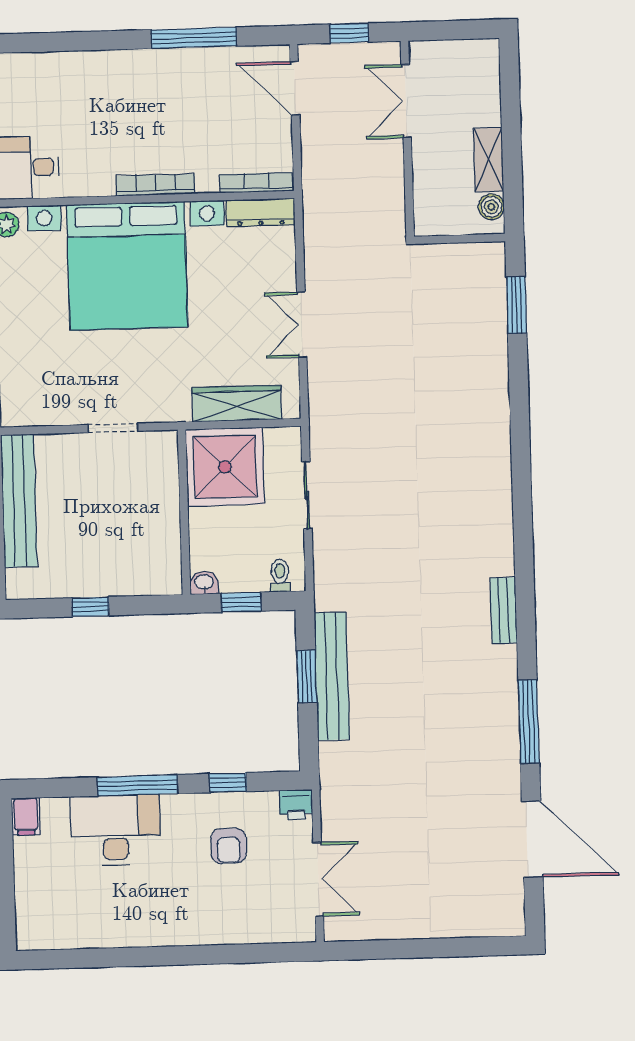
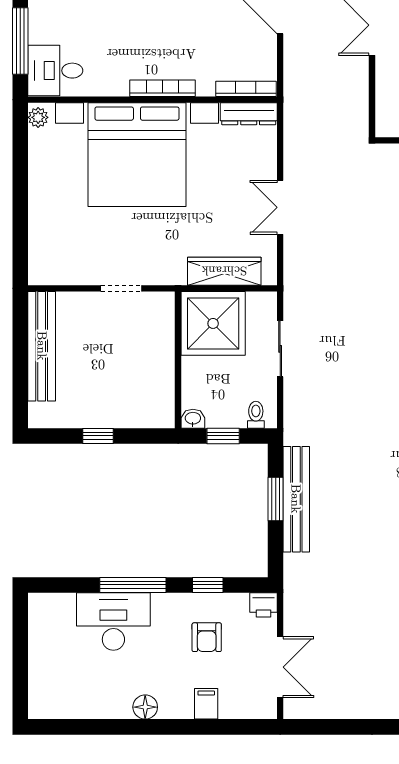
filing cabinet: (26, 817) -> (206, 704), moved, turned 180
floor lamp: (157, 932) -> (145, 707), added

